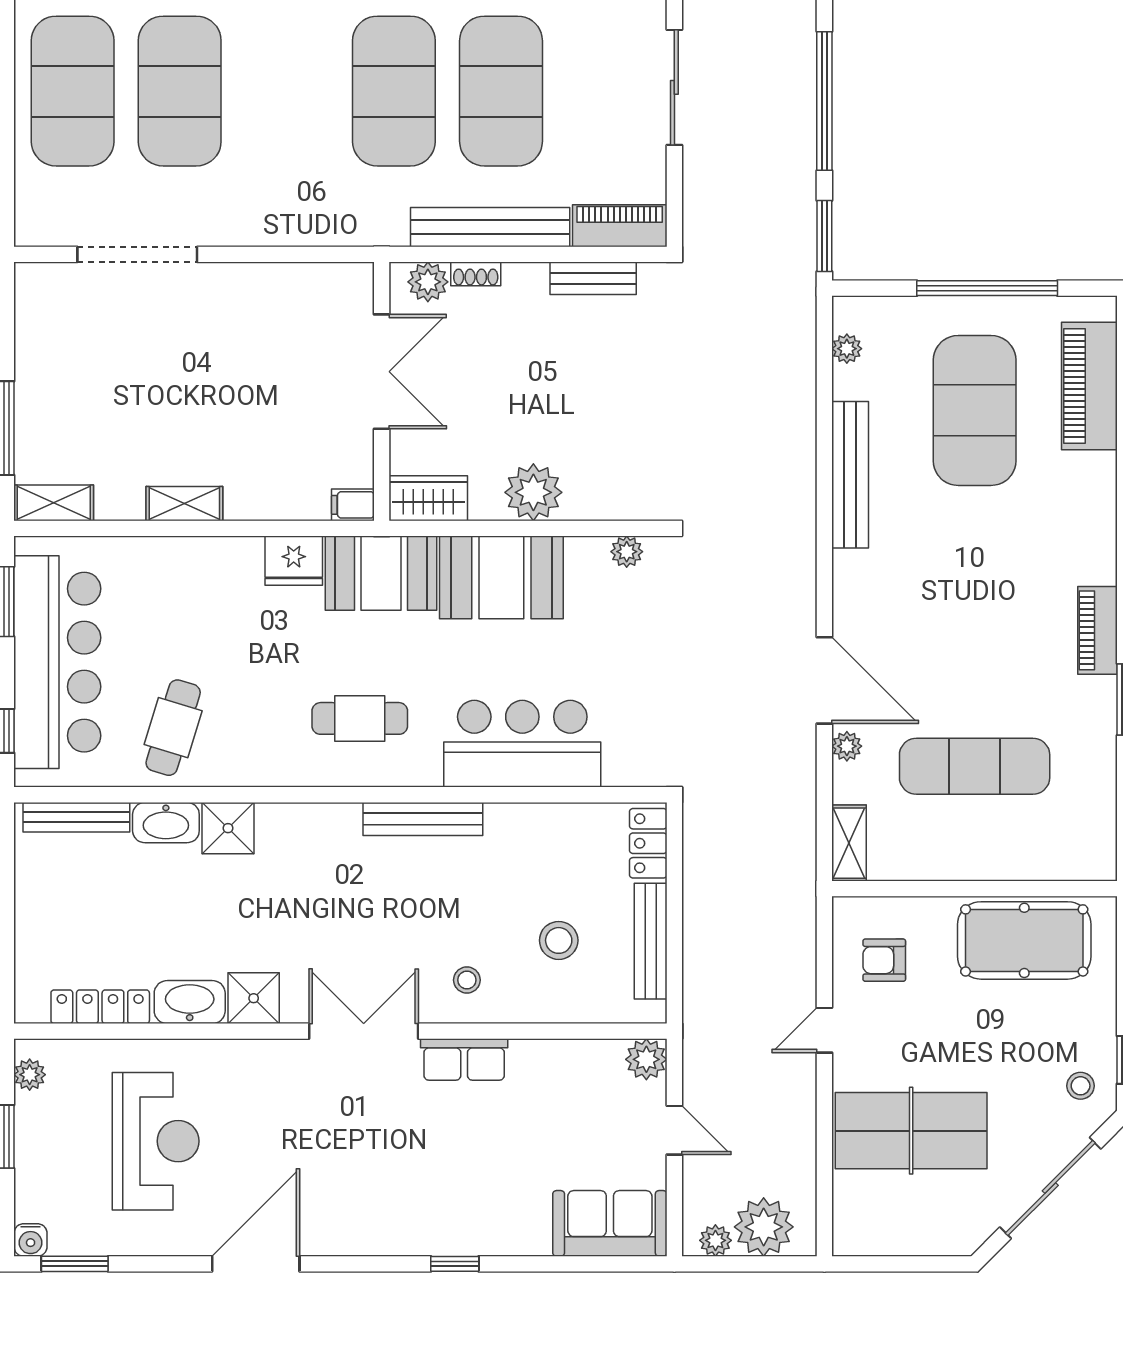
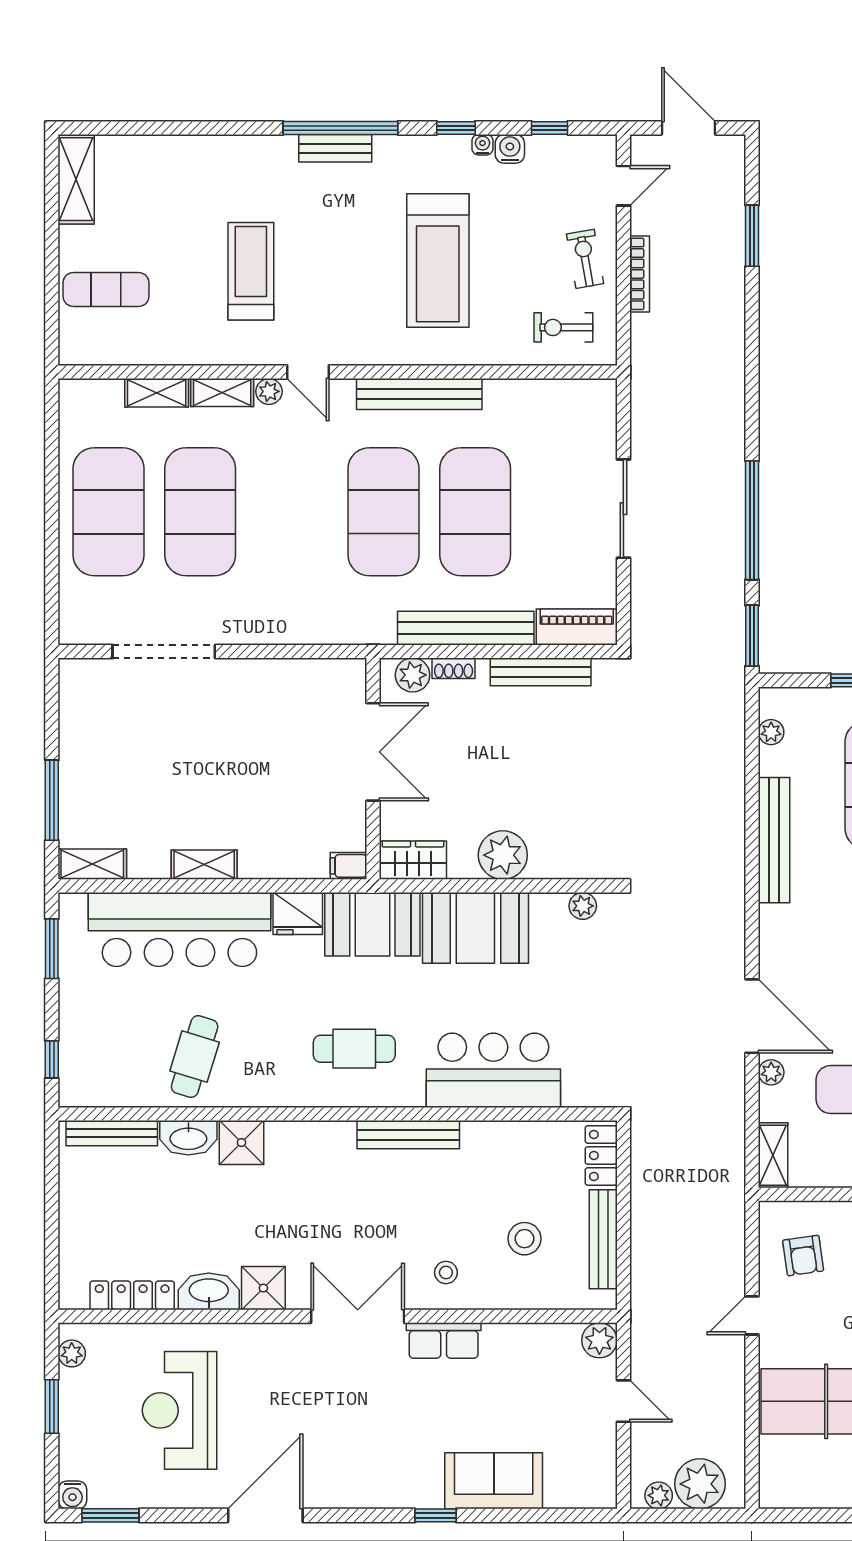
bench: (593, 278) -> (541, 672), width x1.36
bar counter: (57, 662) -> (179, 929), moved, turned 90
armchair: (884, 960) -> (803, 1256), turned -98
reception desk: (156, 1141) -> (180, 1410), turned 180
sofa: (610, 1223) -> (494, 1481), moved

